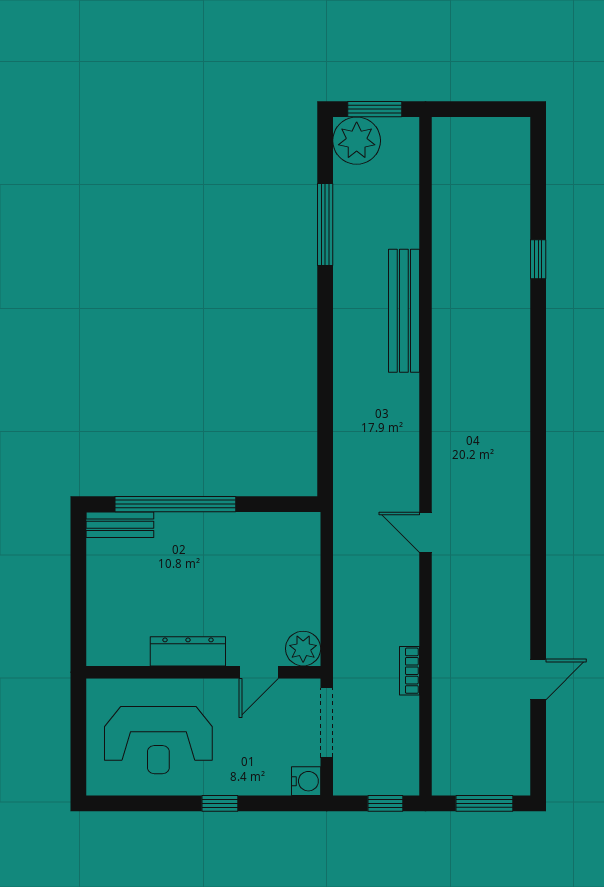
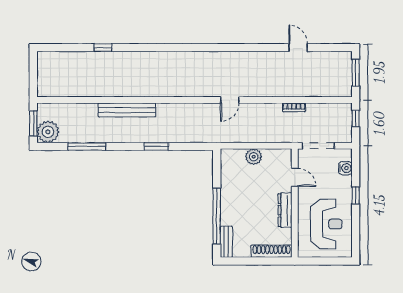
window: (325, 374) -> (156, 146), added
shoe rack: (100, 622) -> (271, 251), added
plant: (303, 649) -> (254, 157), moved
water cooler: (306, 781) -> (345, 168), moved, turned 90

